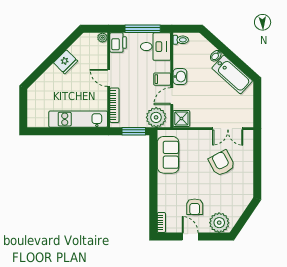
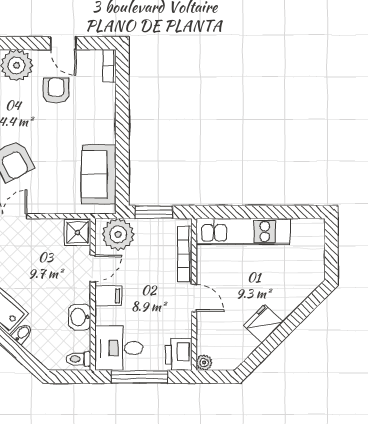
washbasin: (180, 77) -> (80, 317), moved

